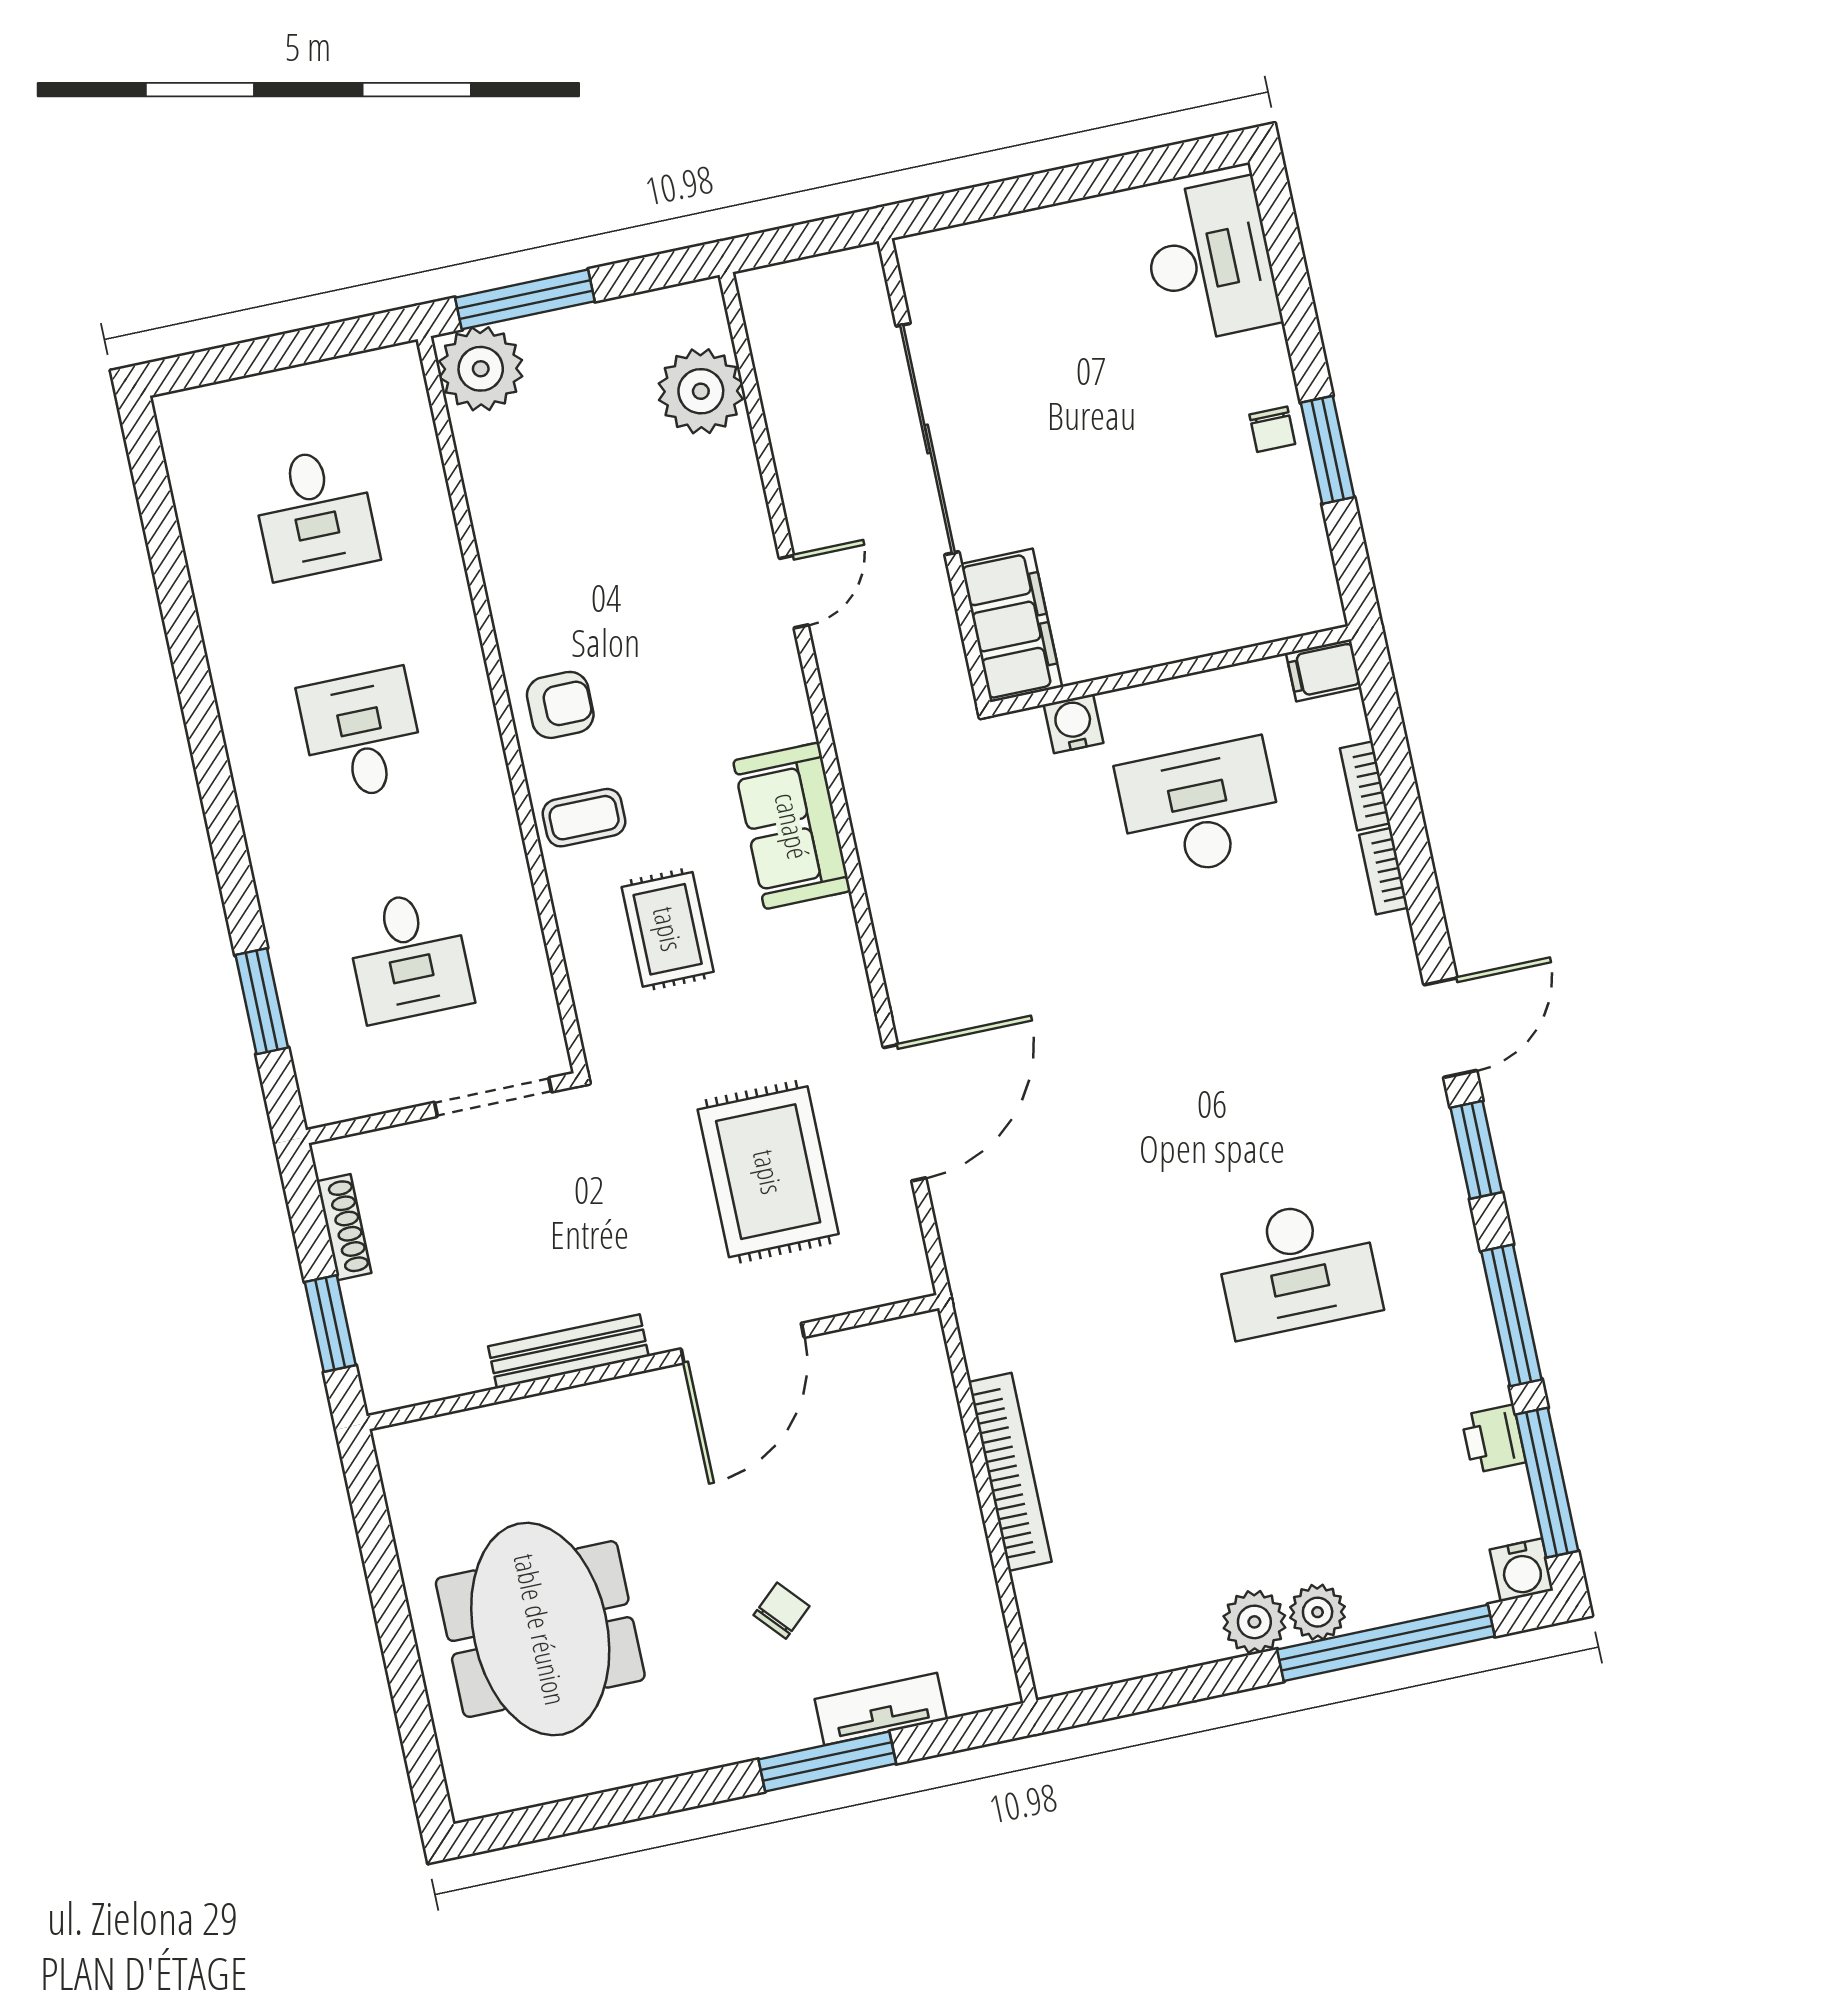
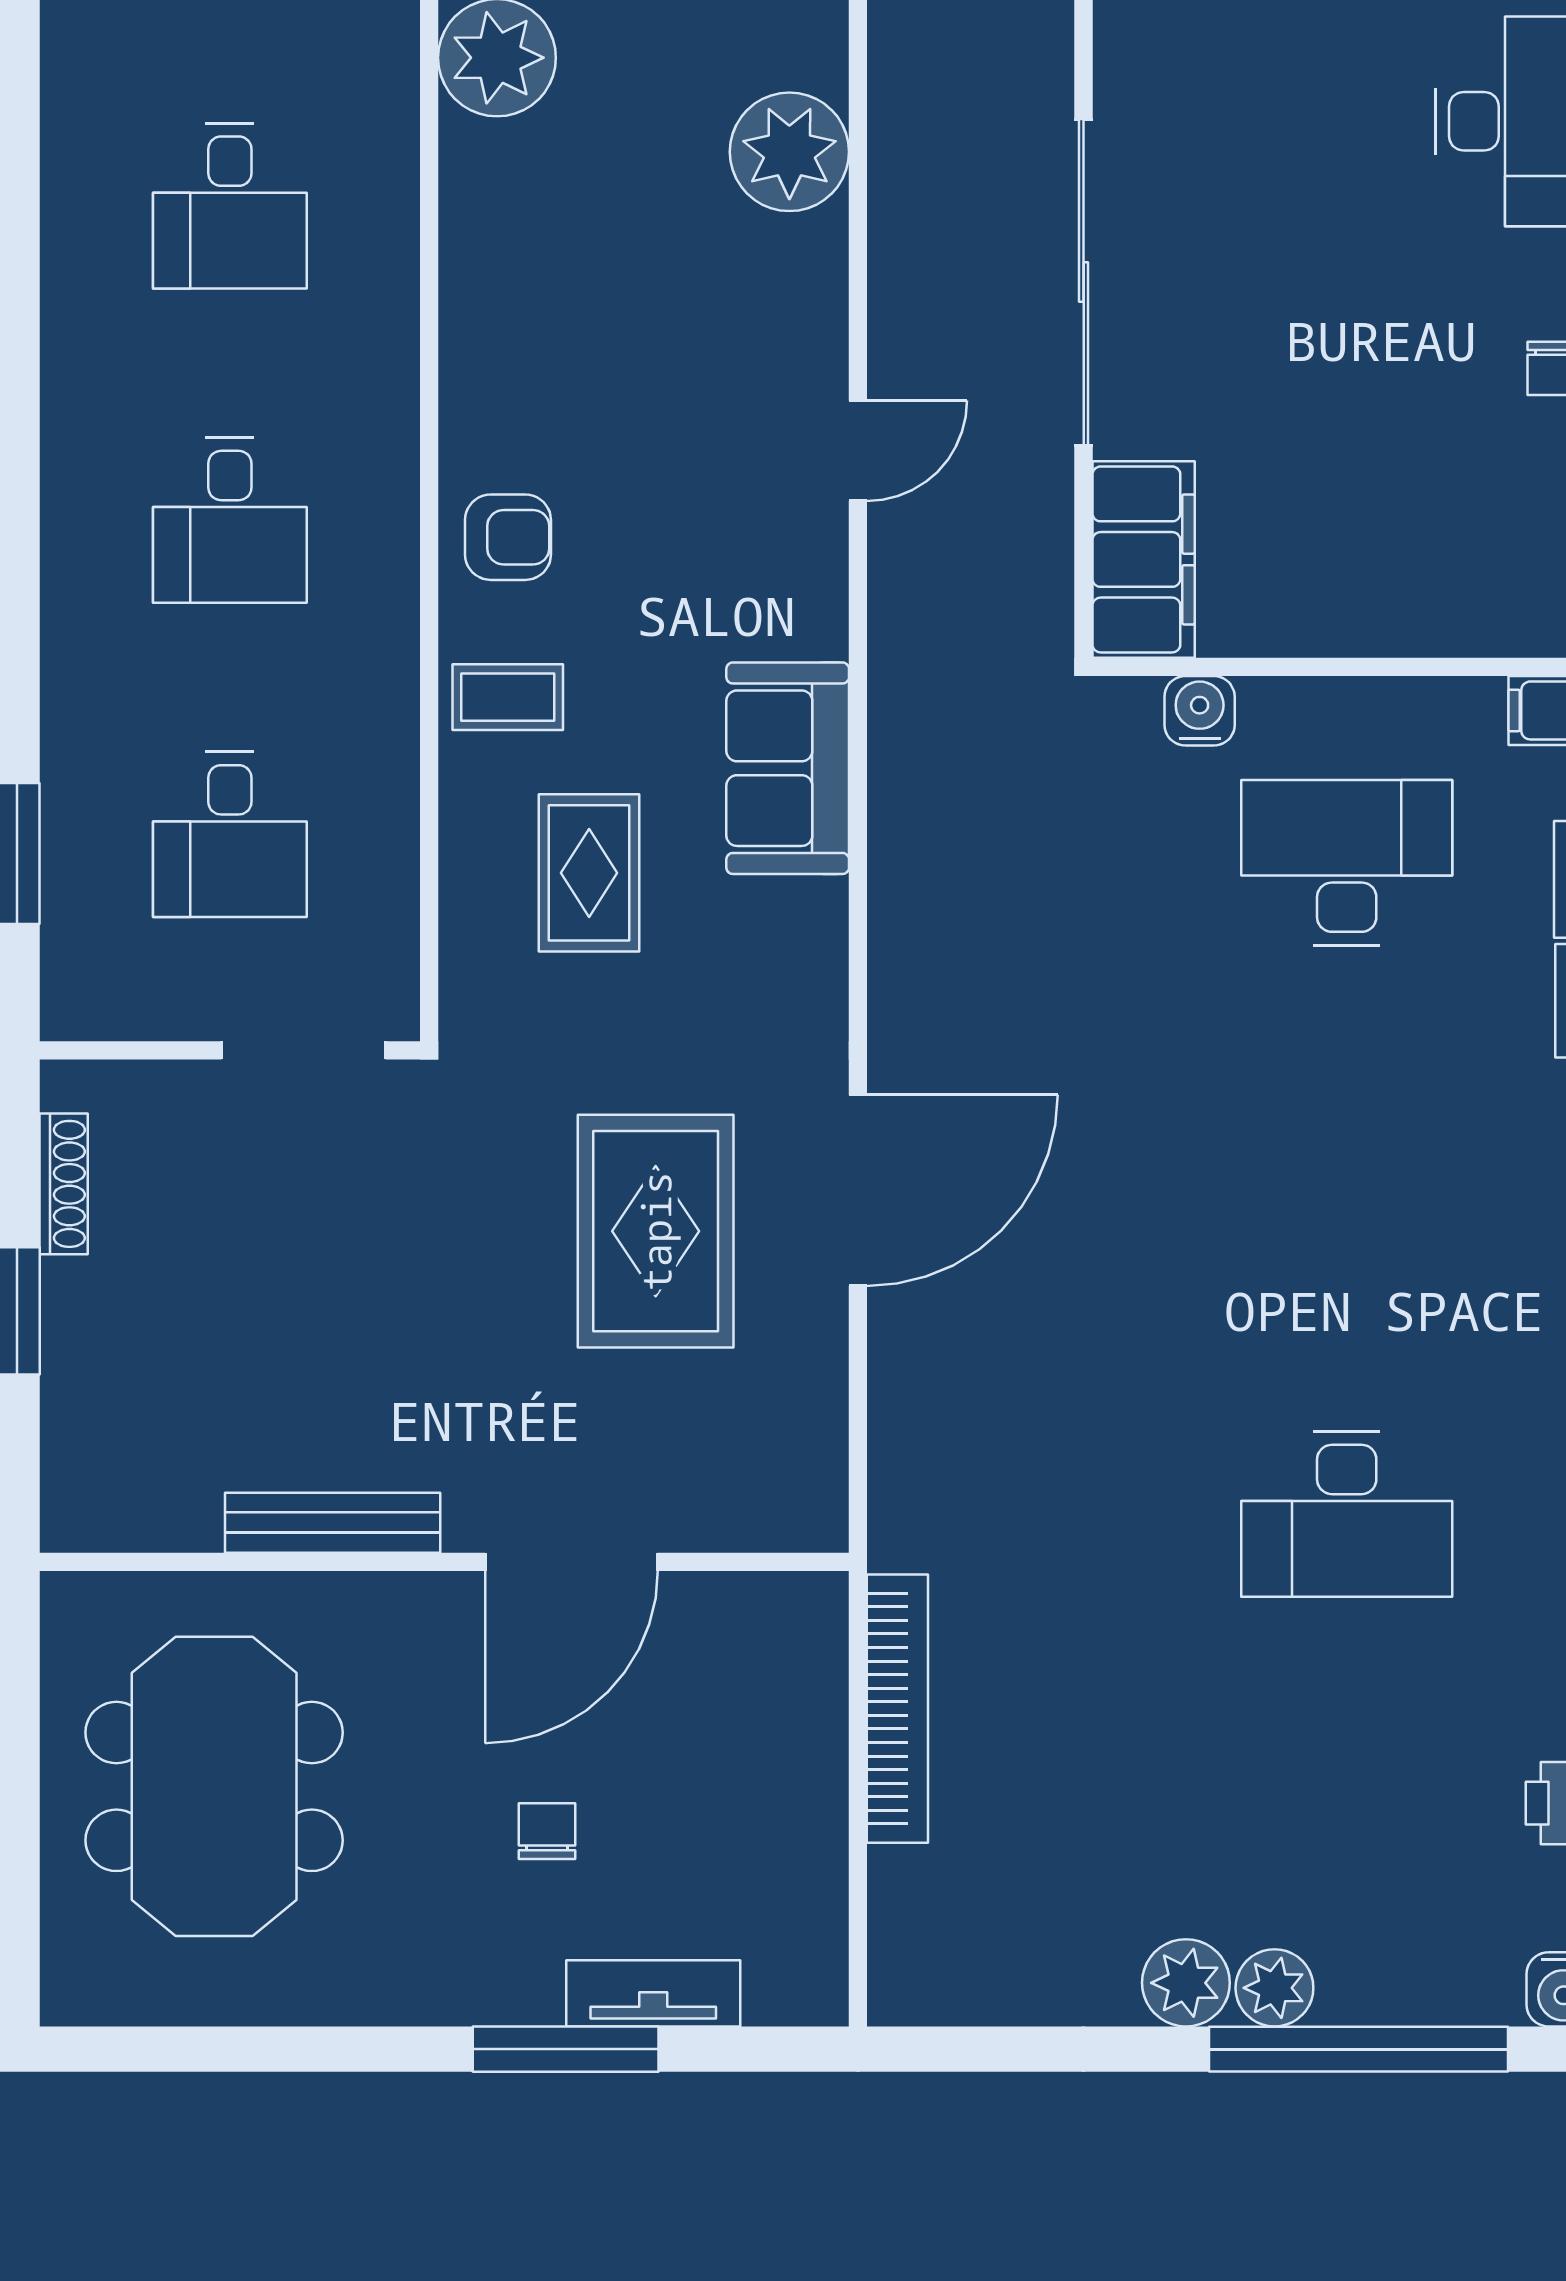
desk: (362, 735) -> (230, 520), turned 180
door: (743, 1343) -> (571, 1562), moved
bench: (568, 1351) -> (333, 1523), moved
wall: (653, 1362) -> (444, 1562), moved
chair: (782, 1611) -> (547, 1831), turned -48

